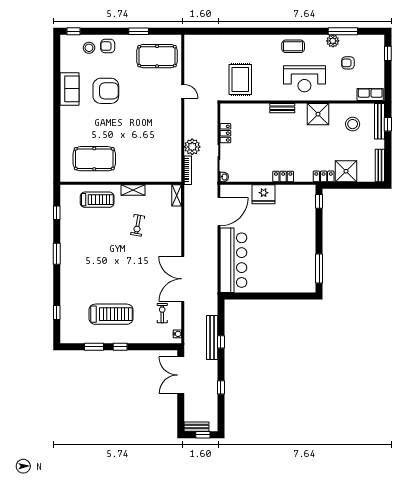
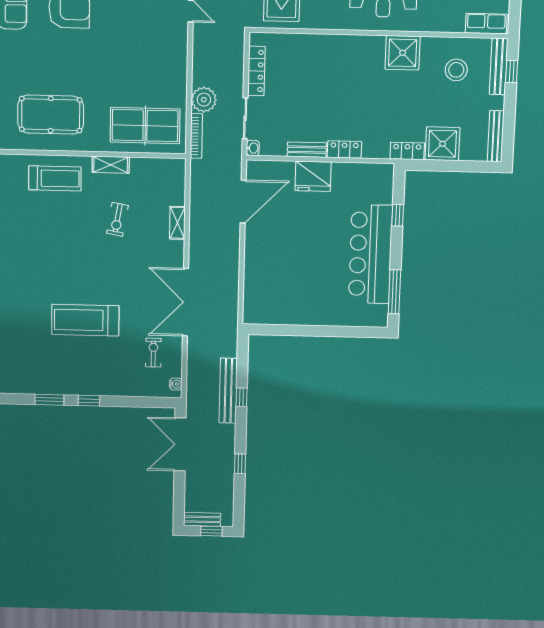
bench: (282, 108) -> (307, 150), moved
locker: (225, 133) -> (256, 71), width x1.53
table tennis table: (155, 164) -> (145, 125), added
shelving: (177, 195) -> (177, 223), moved
window: (319, 201) -> (398, 215), moved
bar counter: (233, 260) -> (370, 254), moved, turned 180
treadmill: (111, 314) -> (85, 320), moved, turned 180

